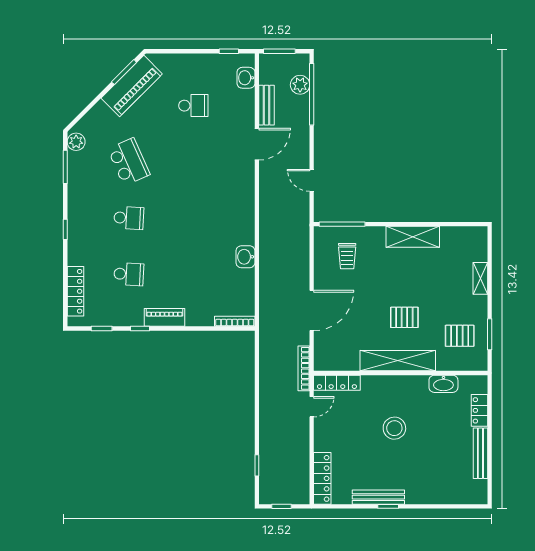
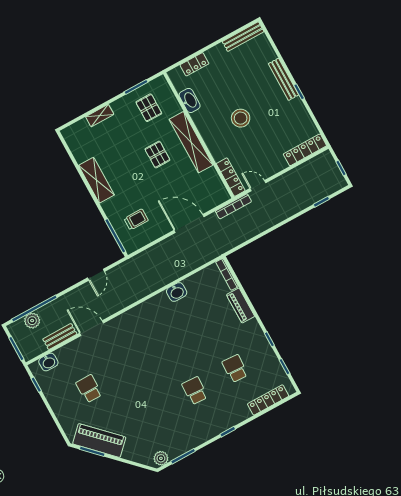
school desk: (129, 162) -> (155, 413), removed
piano: (164, 317) -> (241, 306), moved
bench: (480, 453) -> (243, 37), moved
bench: (378, 497) -> (284, 79), moved

